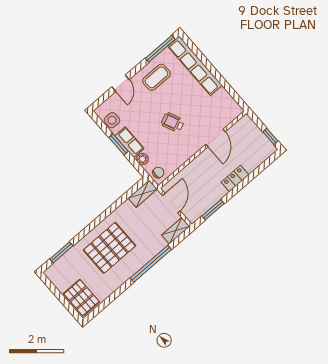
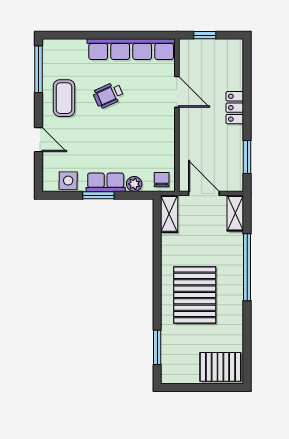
row of seats: (195, 66) -> (131, 49), moved
wheelchair: (173, 122) -> (108, 95), moved
window: (270, 136) -> (205, 35), moved

